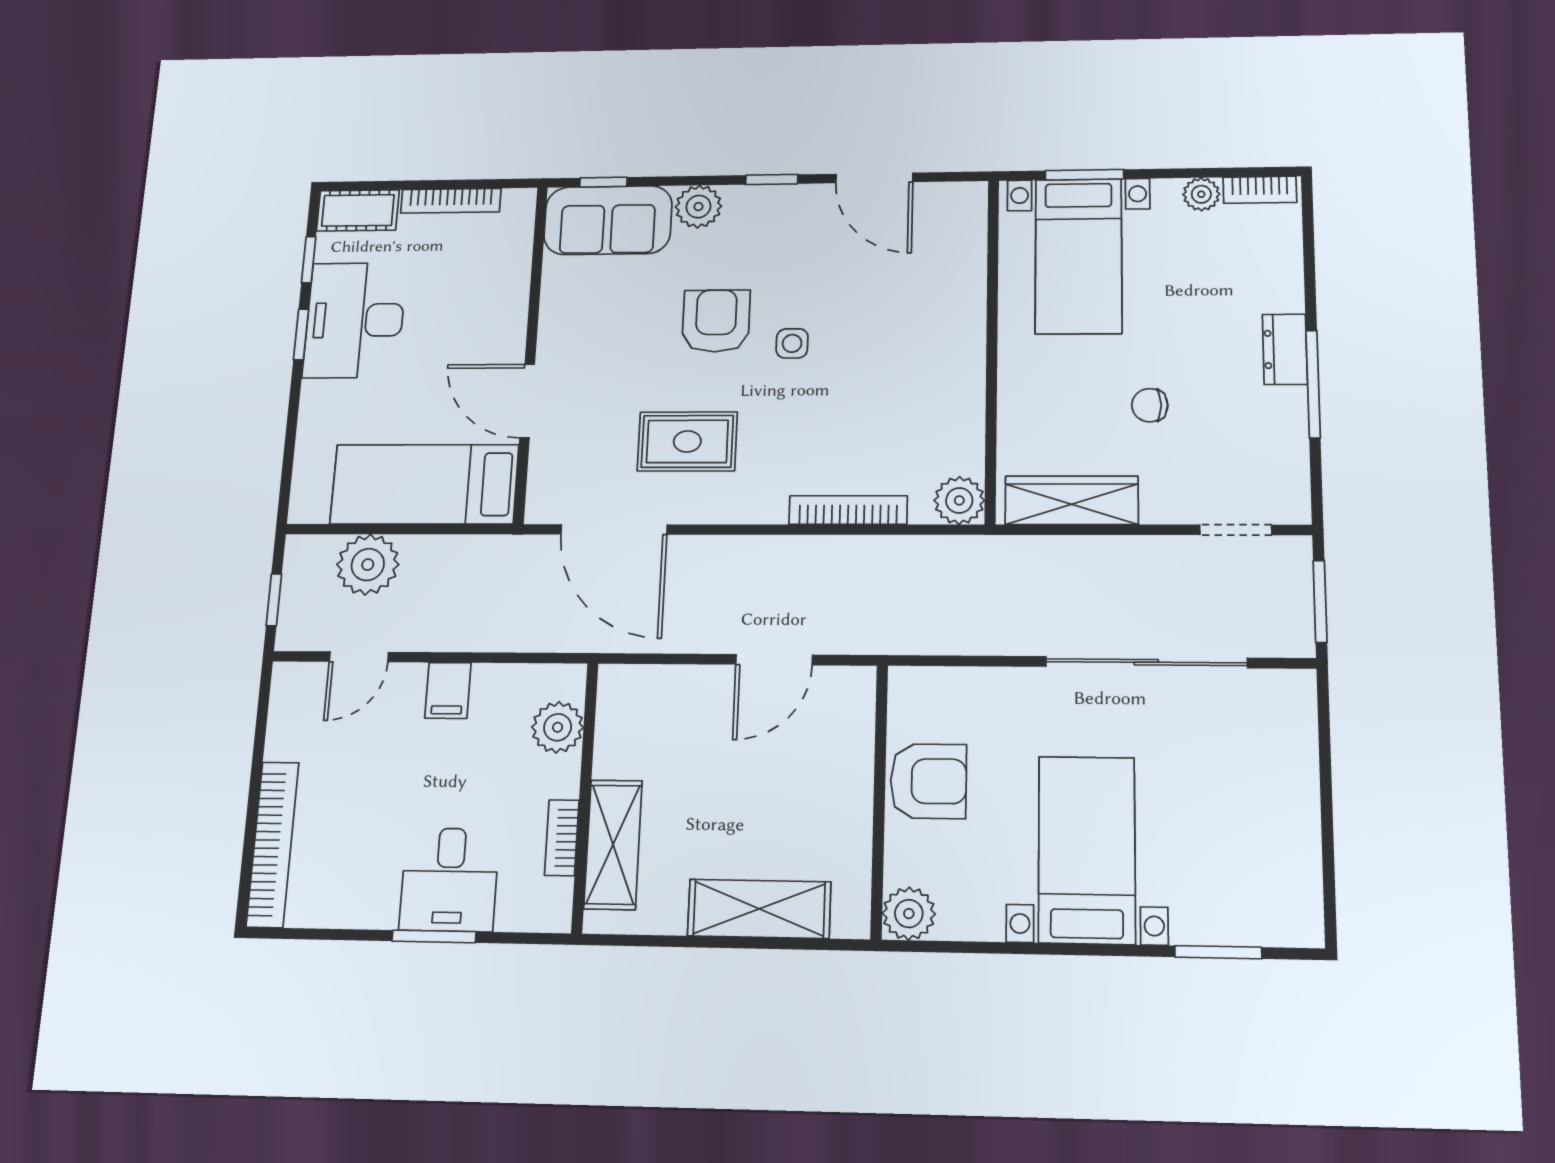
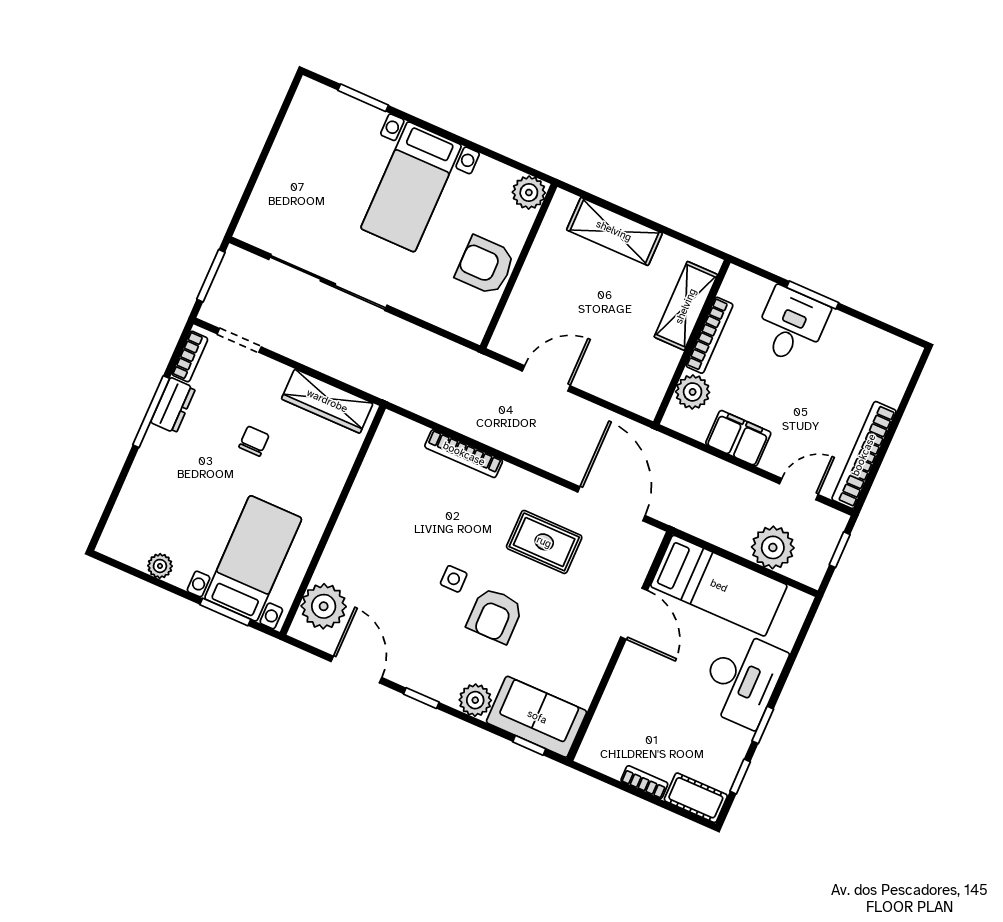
bookcase: (1260, 190) -> (190, 357), moved, turned 90
bookcase: (451, 201) -> (644, 782), width x0.64
desk: (355, 320) -> (742, 679), moved
dresser: (1285, 349) -> (173, 405), moved
chair: (1150, 405) -> (254, 441), turned -90
plant: (959, 500) -> (324, 606), moved, width x1.36, depth x1.36
filing cabinet: (448, 690) -> (738, 438), width x2.00
bookcase: (562, 838) -> (709, 335), width x1.56
bookcase: (273, 844) -> (864, 455), moved

